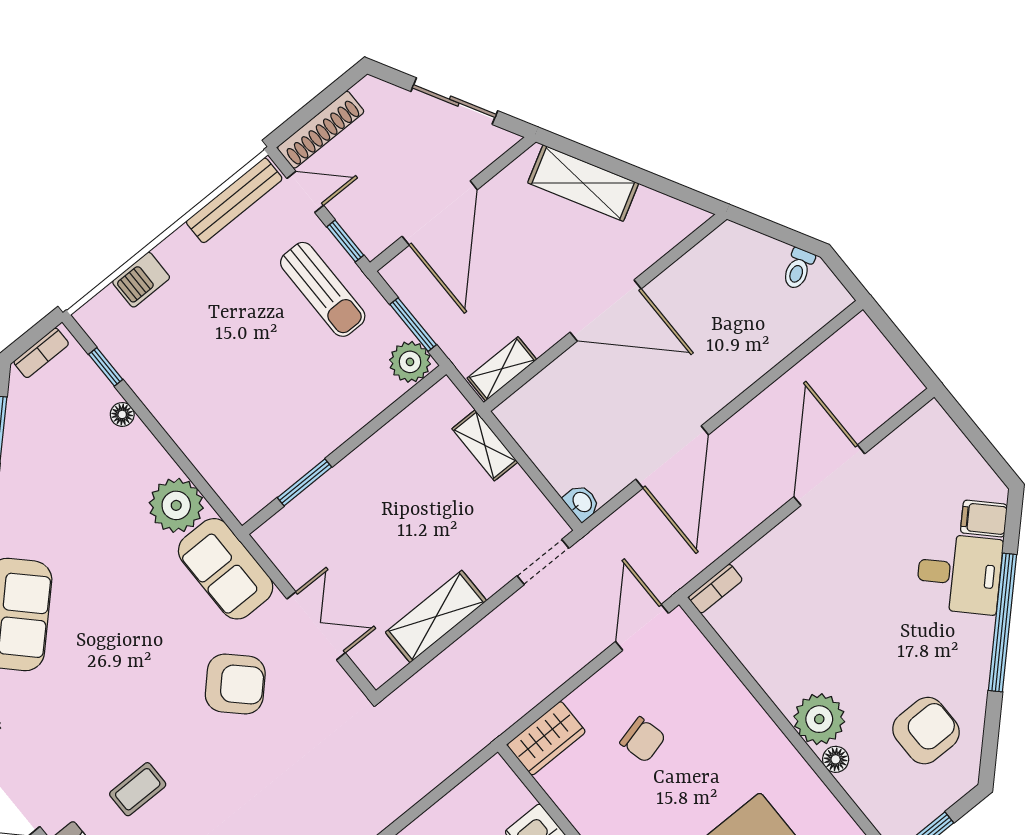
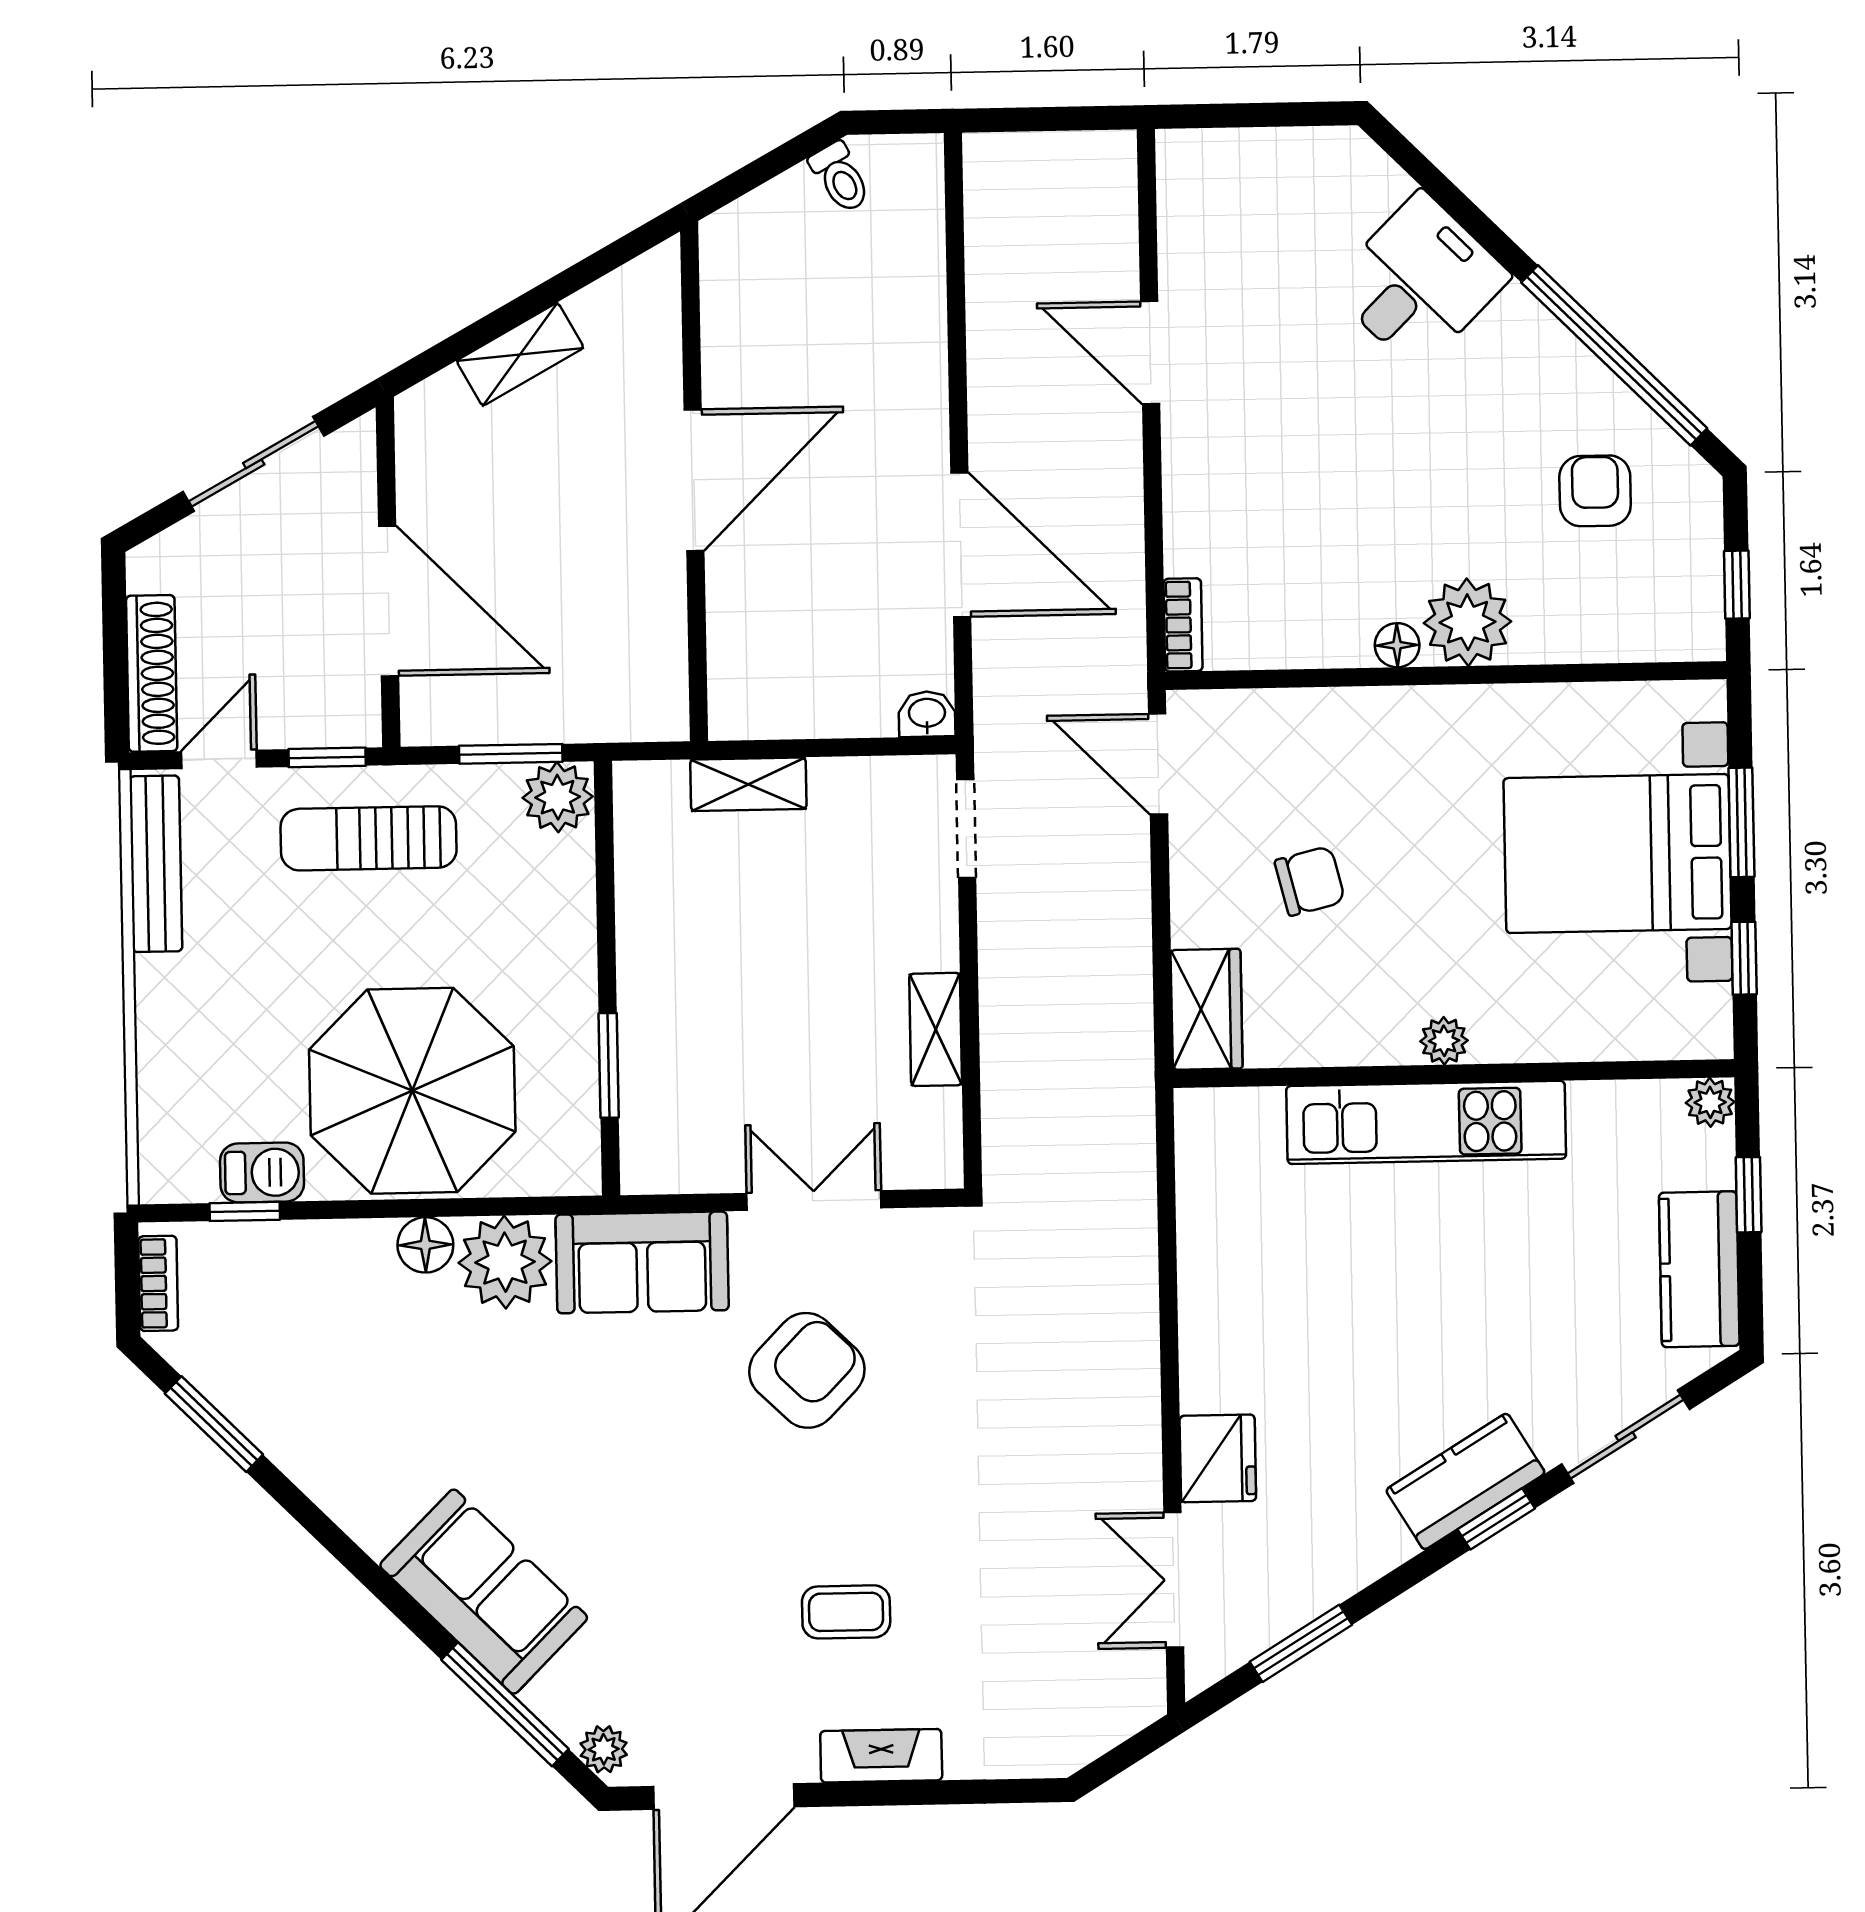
shelving: (583, 183) -> (520, 354), width x0.67, depth x0.75
barbecue: (141, 280) -> (262, 1173), moved, turned -90
sun lounger: (323, 289) -> (369, 838), turned 180
shelving: (502, 369) -> (663, 681), removed
parasol: (222, 401) -> (412, 1091), added
floor lamp: (122, 414) -> (425, 1245), moved, width x1.37, depth x1.37
door: (829, 475) -> (1150, 353), width x0.73
filing cabinet: (984, 519) -> (1371, 190), removed
shelving: (436, 617) -> (936, 1029), width x0.67, depth x0.75
window: (1002, 622) -> (1614, 355), moved
armchair: (926, 731) -> (1595, 491), width x0.72, depth x0.72
floor lamp: (836, 759) -> (1397, 645), moved
coffee table: (138, 789) -> (846, 1612), turned 90

